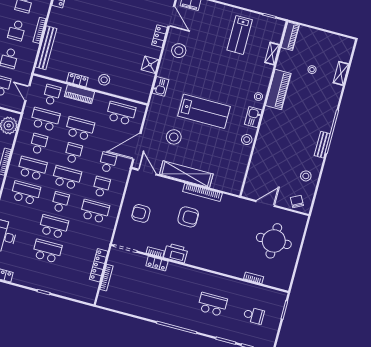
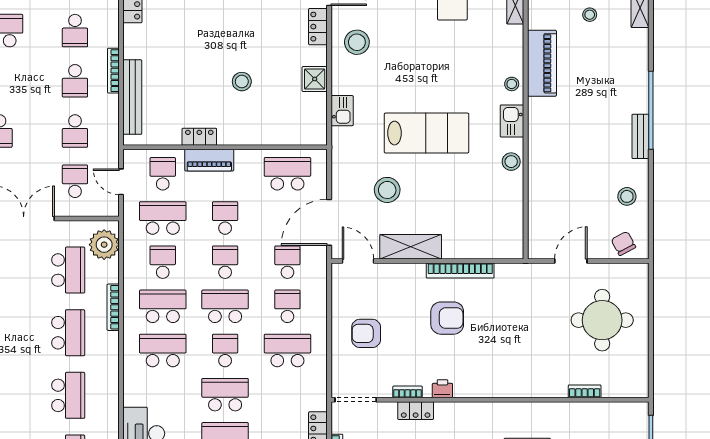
stool: (104, 80) -> (242, 82), moved
school desk: (80, 129) -> (225, 218), width x0.54
shelving: (186, 174) -> (411, 247), width x0.68
printer: (176, 253) -> (442, 389), width x0.53, depth x0.68

